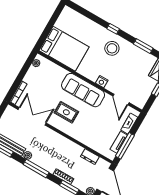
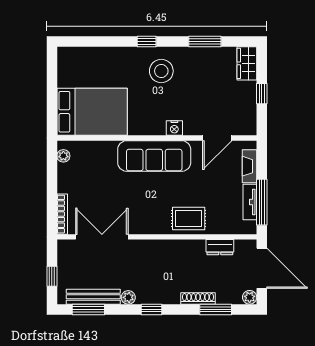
door: (121, 99) -> (217, 138), hinge flipped
rug: (66, 112) -> (189, 218), moved
window: (36, 168) -> (152, 309), width x0.46

